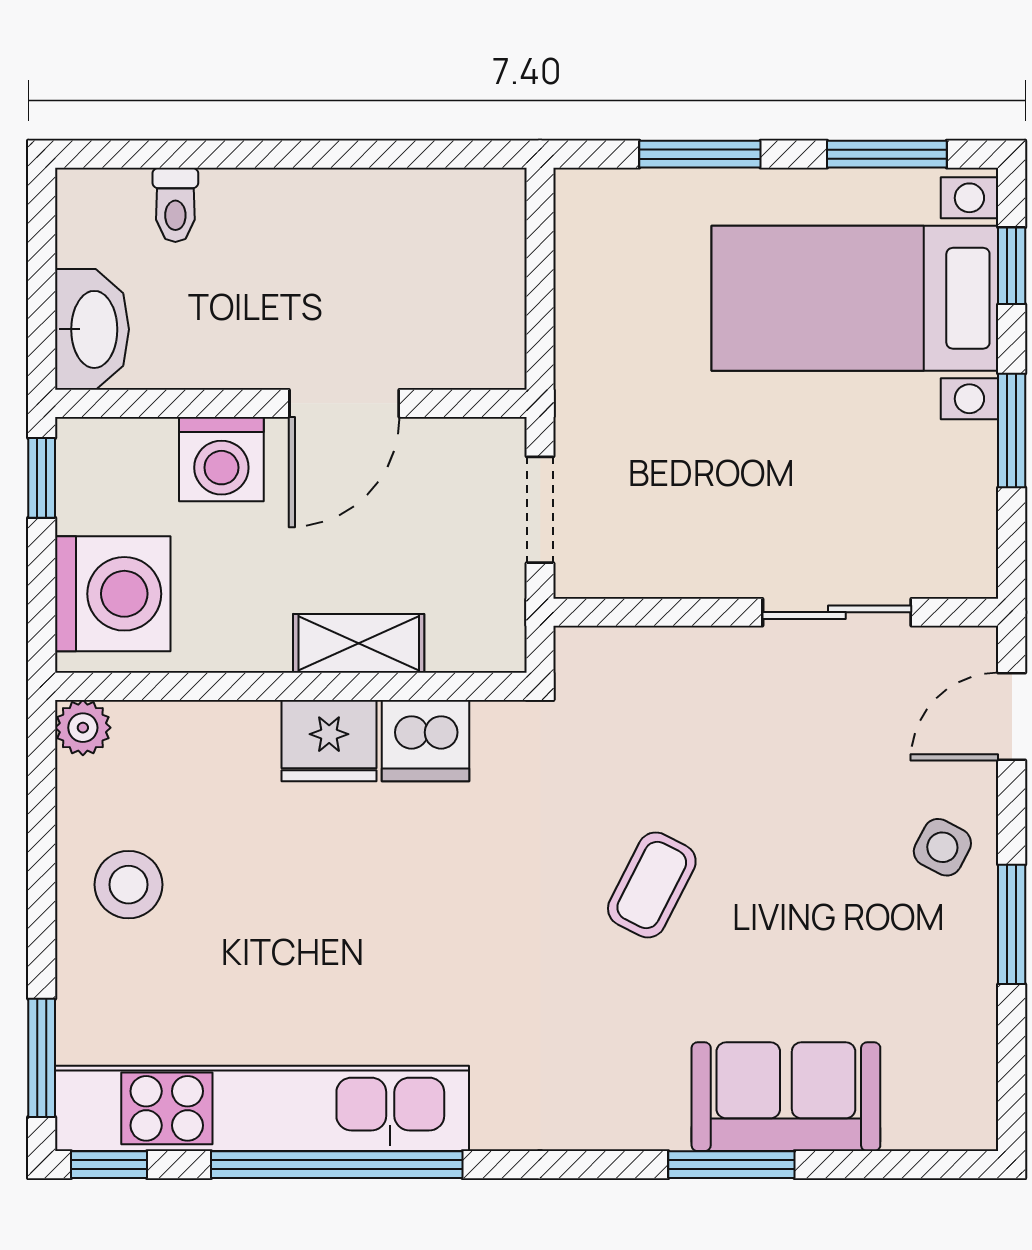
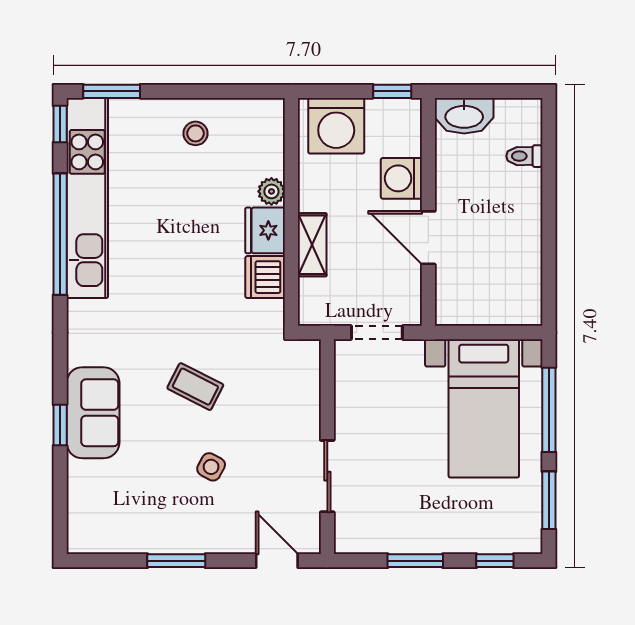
window: (700, 154) -> (549, 410), width x1.44
bed with nightstands: (855, 298) -> (484, 408), moved, turned 180
plant: (83, 728) -> (271, 191), moved
side table: (942, 847) -> (211, 467), moved
stool: (129, 885) -> (196, 133), width x0.73, depth x0.73
sofa: (786, 1097) -> (93, 413), moved
window: (731, 1165) -> (60, 425), width x0.67

